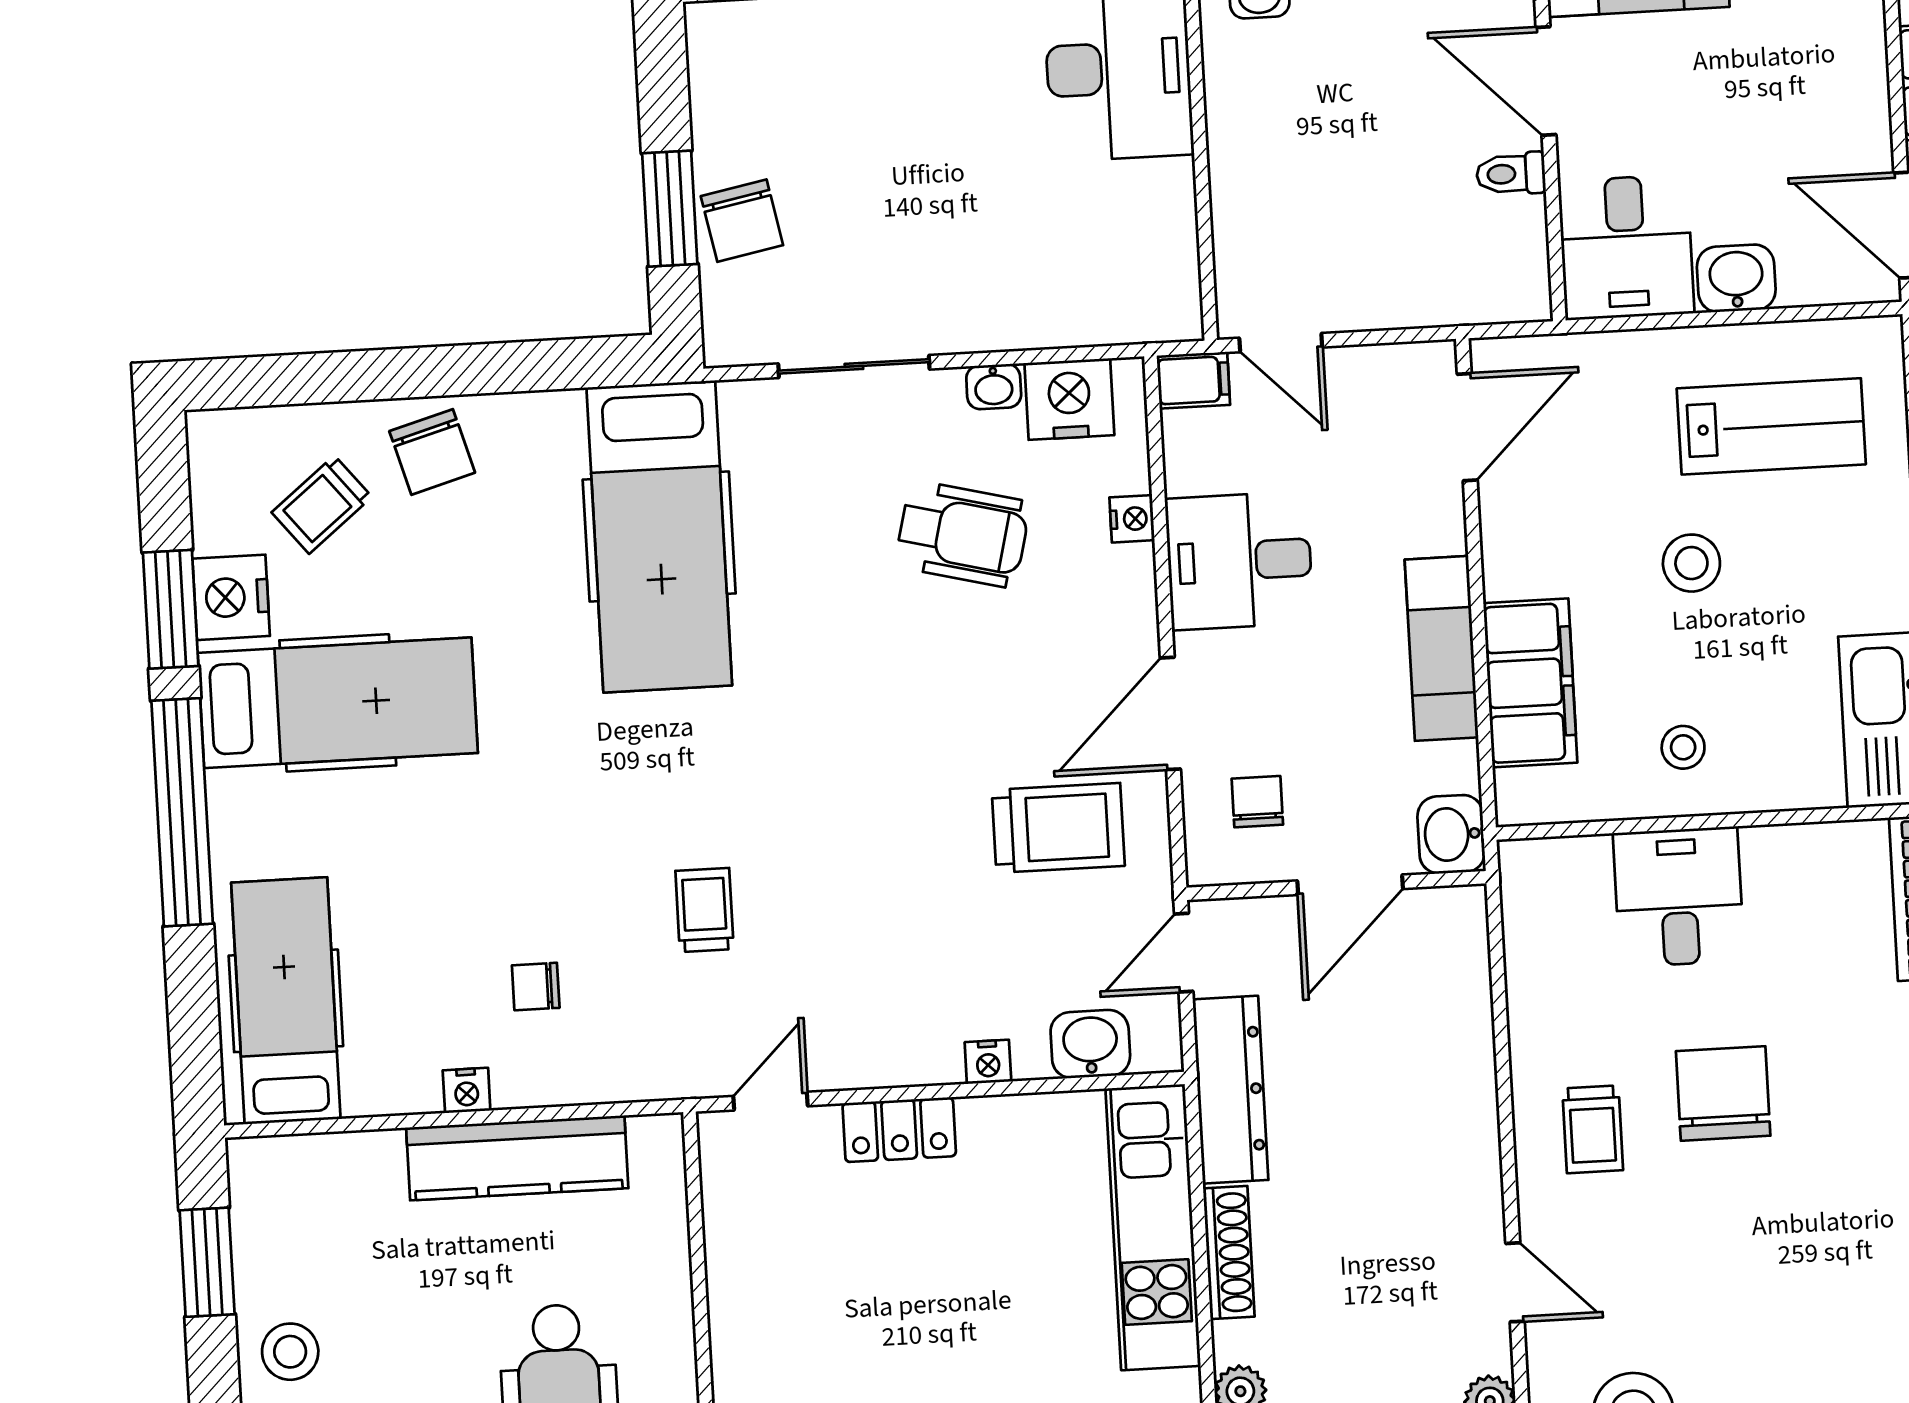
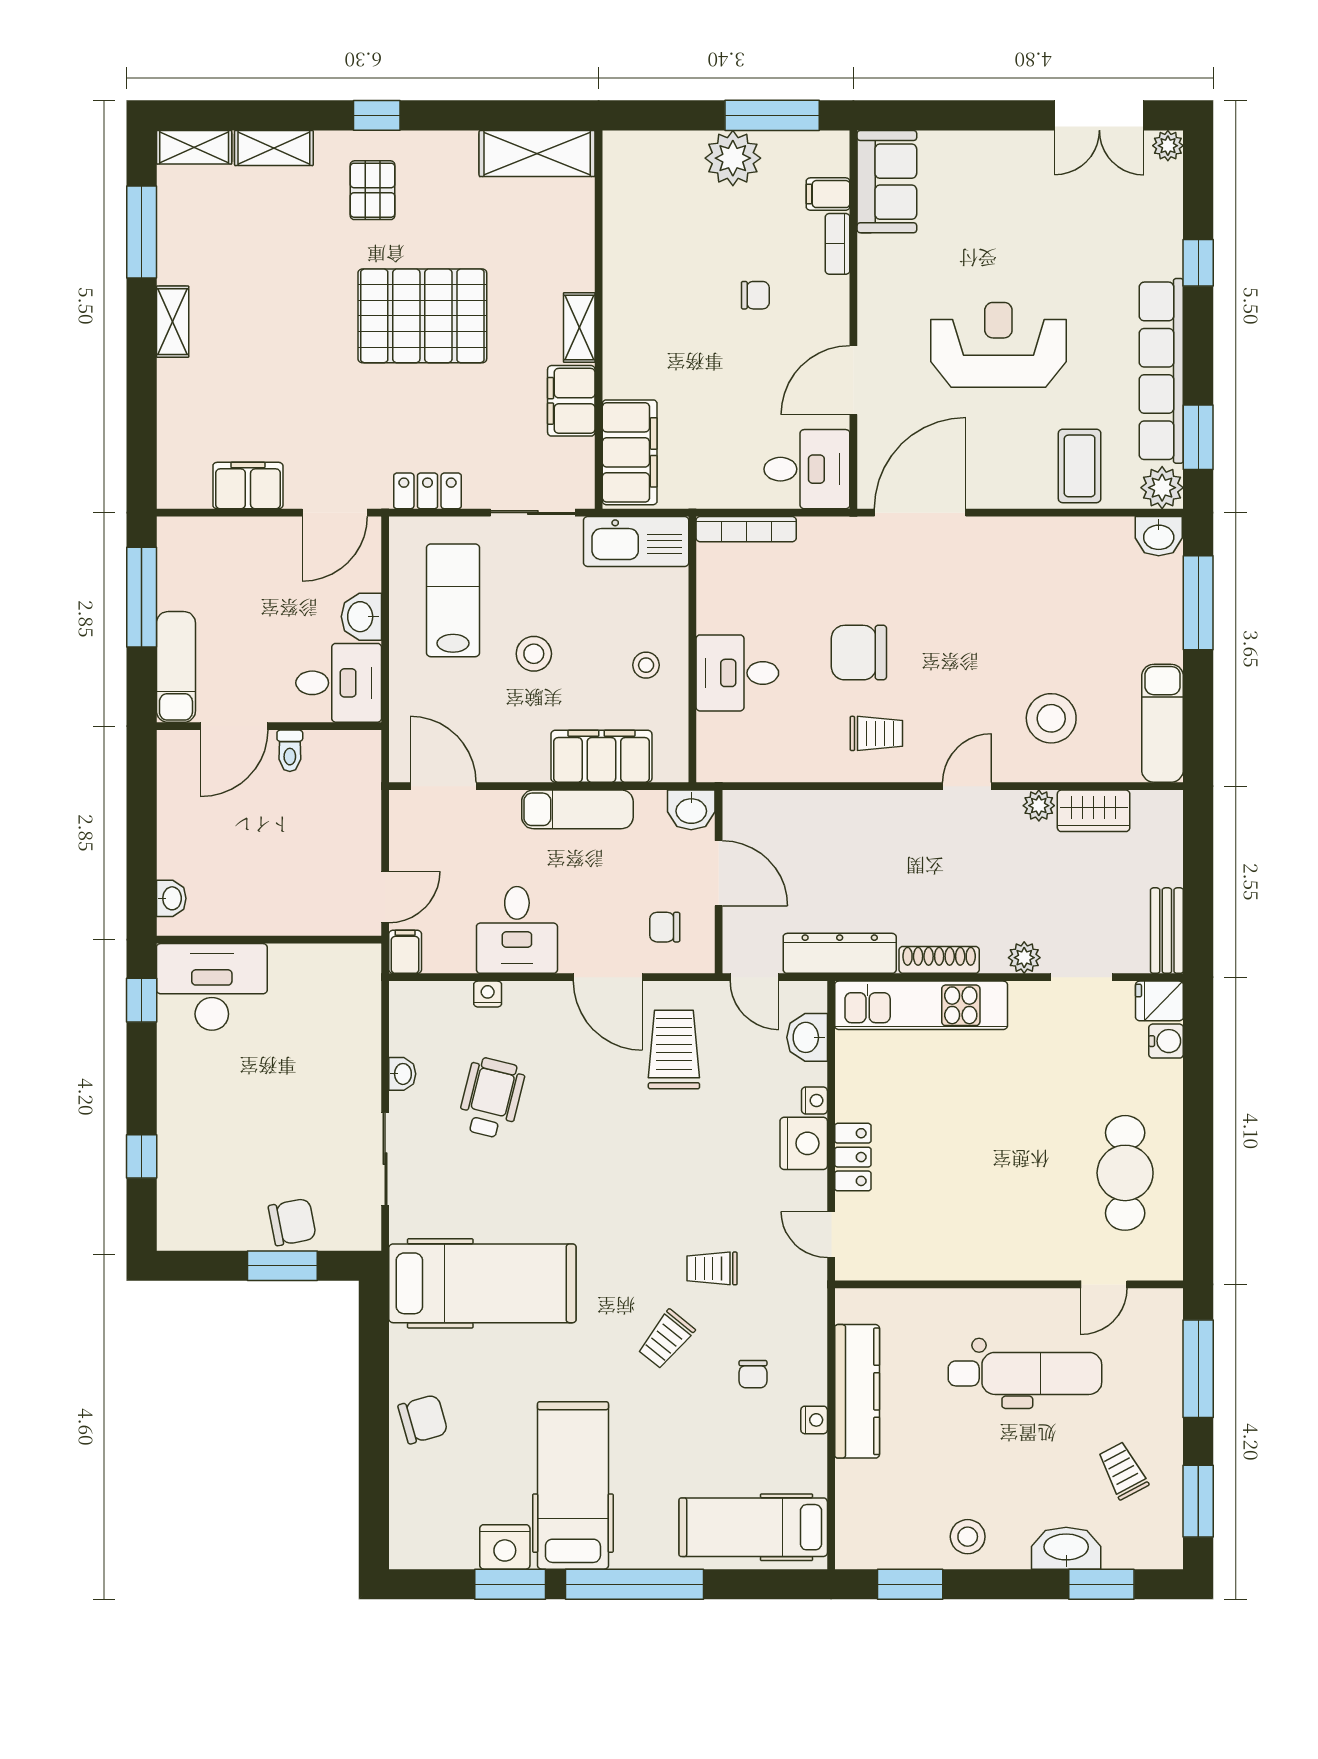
nightstand: (1069, 399) -> (804, 1143), moved, turned 180
trolley: (322, 505) -> (666, 1339), moved, turned 78

